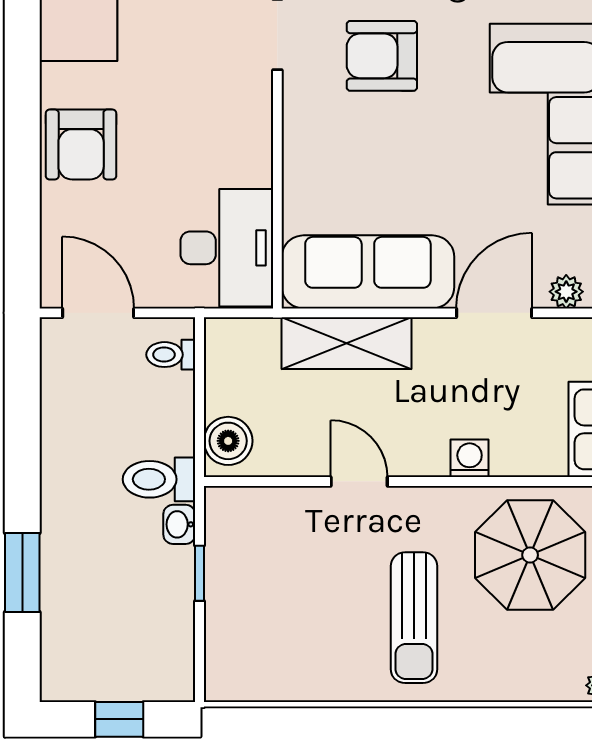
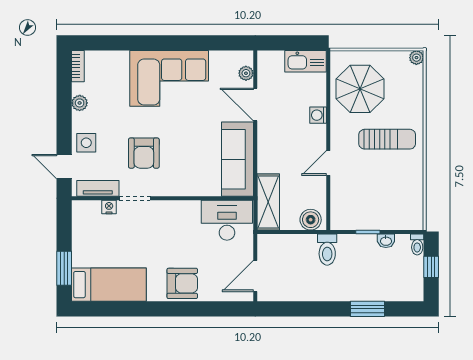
shelving: (347, 343) -> (268, 202), moved
toilet: (171, 355) -> (417, 244), moved
washbasin: (179, 524) -> (386, 241), moved

